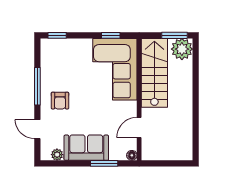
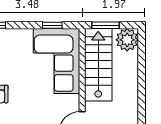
window: (174, 35) -> (105, 25), moved

